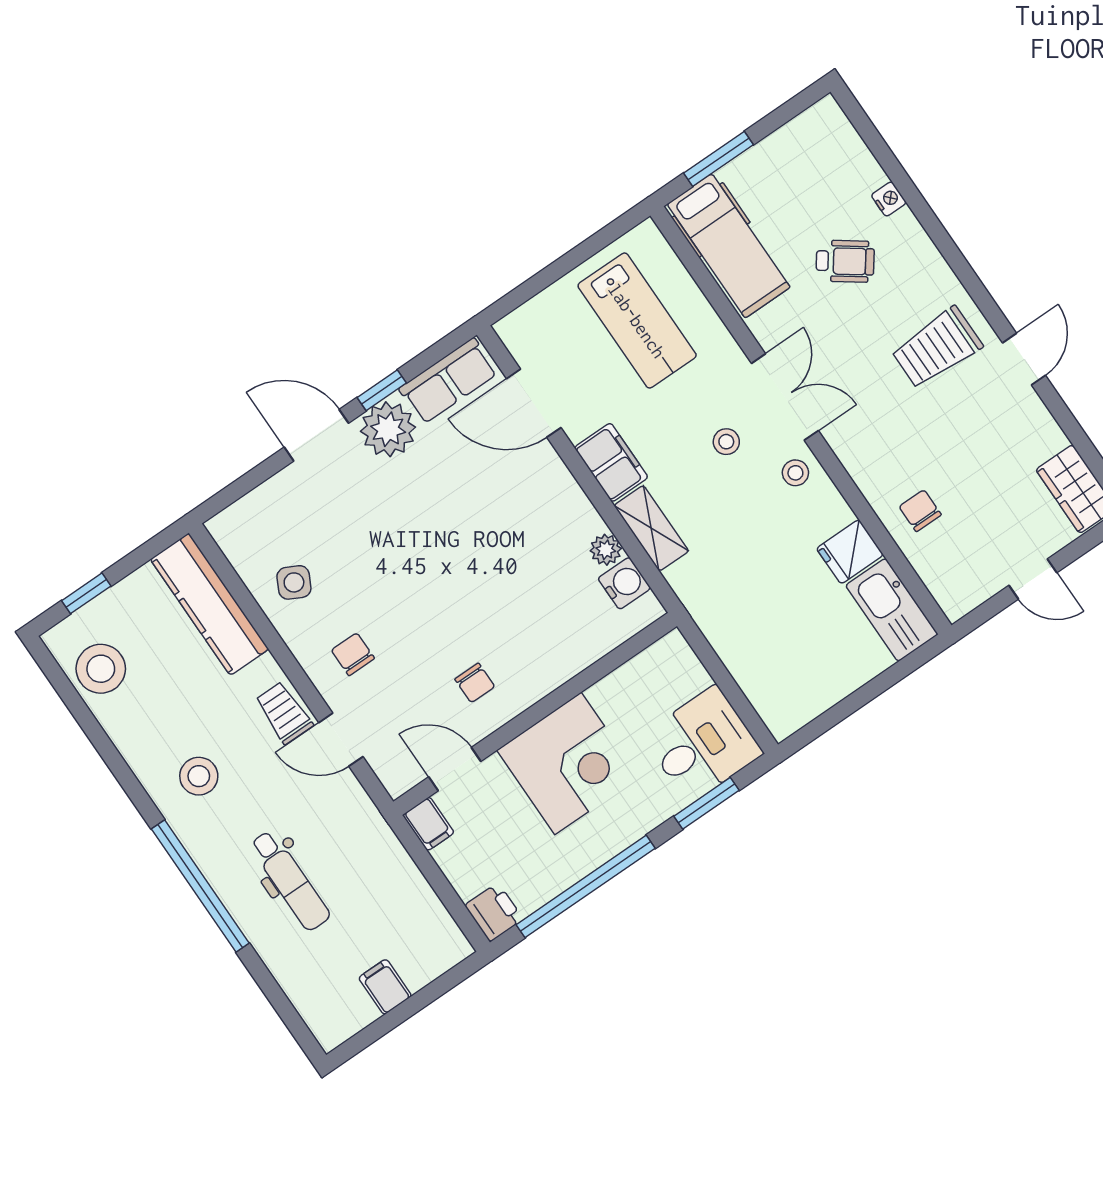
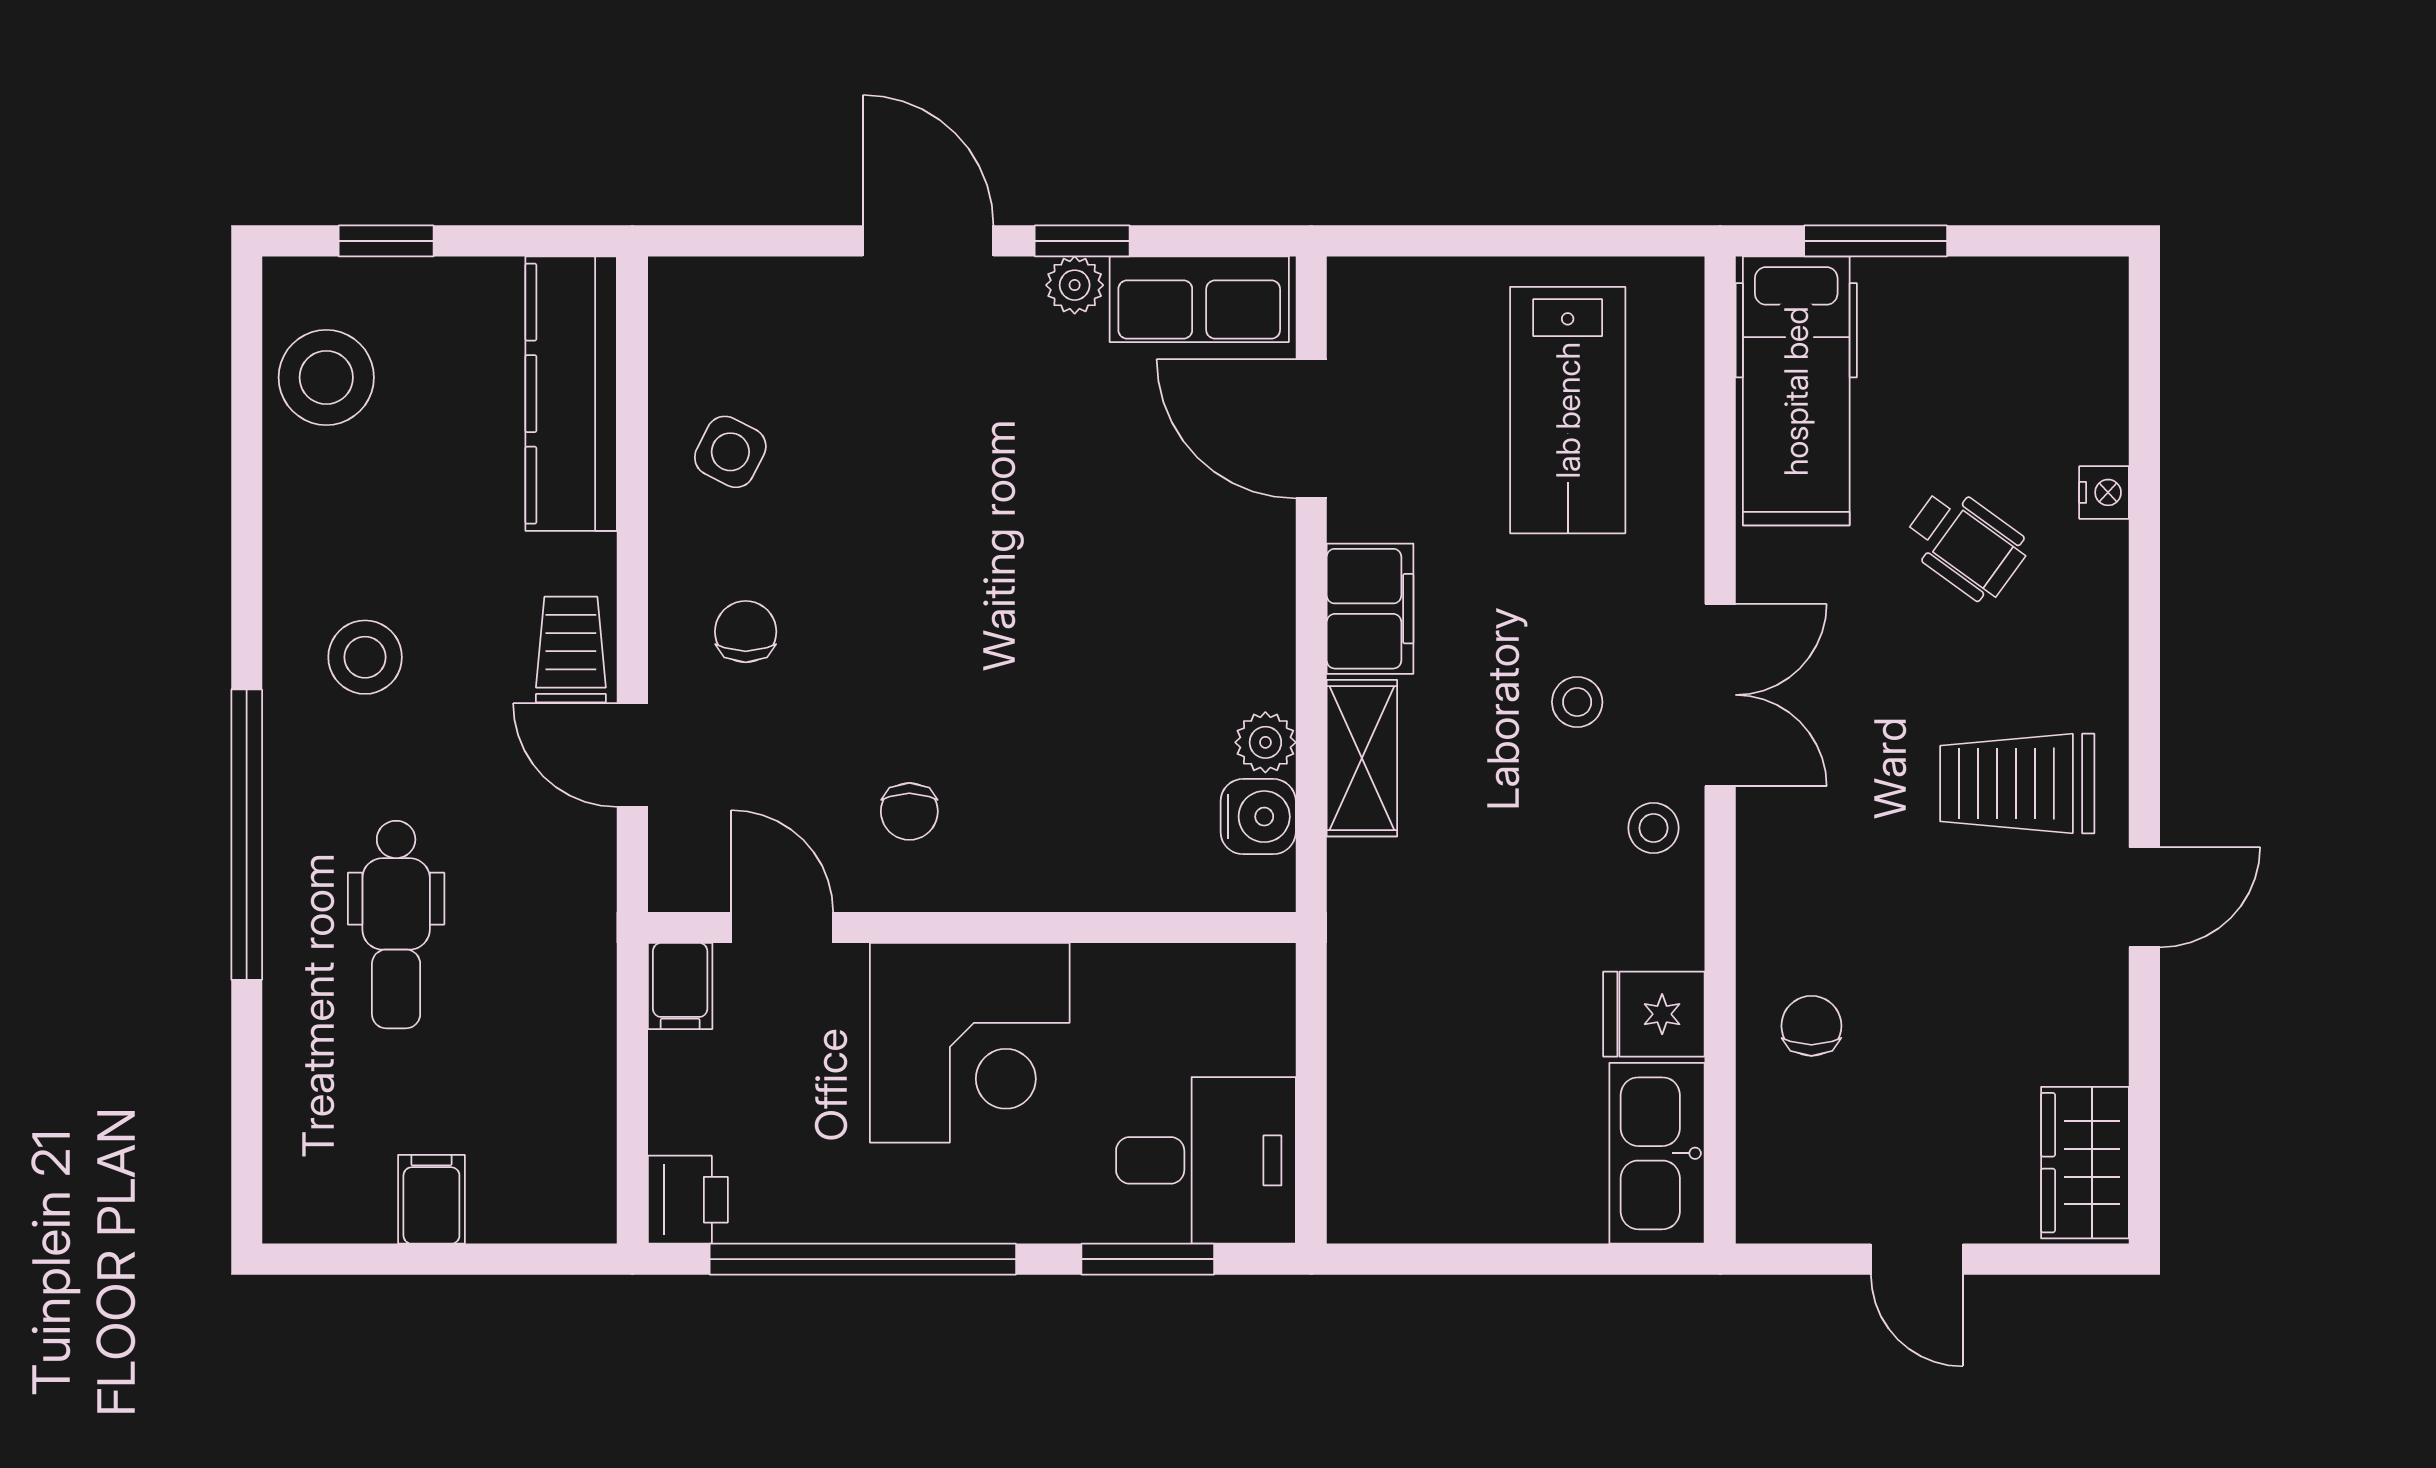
plant: (388, 429) -> (1075, 285), width x0.53, depth x0.53

